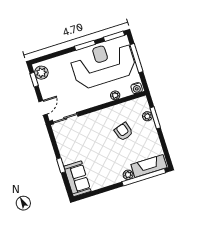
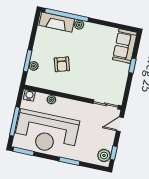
window: (85, 45) -> (69, 161), moved

